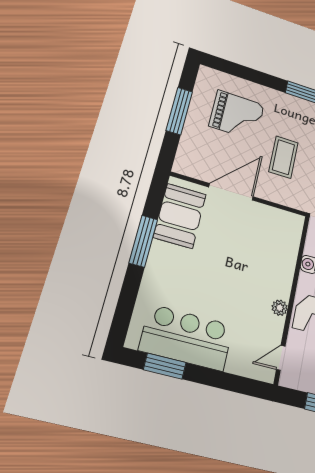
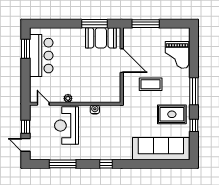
window: (179, 111) -> (146, 24), moved
grand piano: (237, 115) -> (177, 55), moved
window: (143, 241) -> (95, 24), moved

